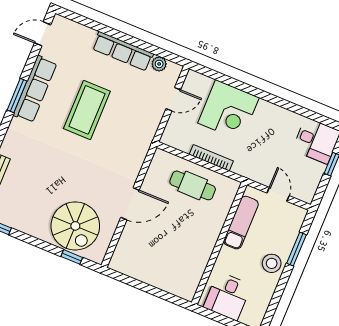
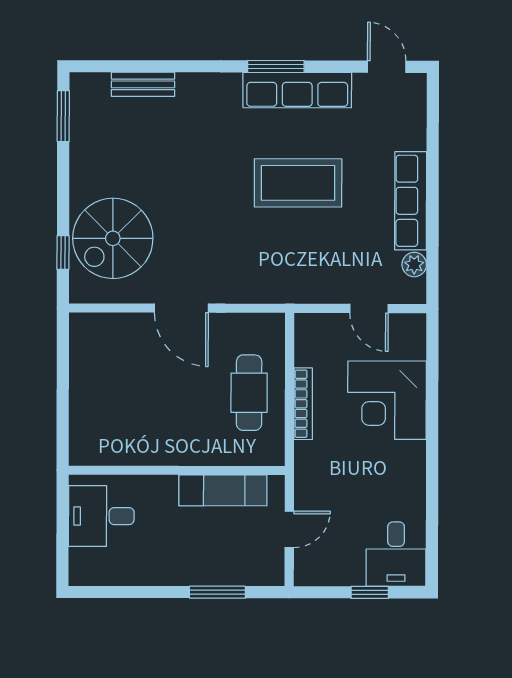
stool: (272, 263) -> (180, 563), removed

